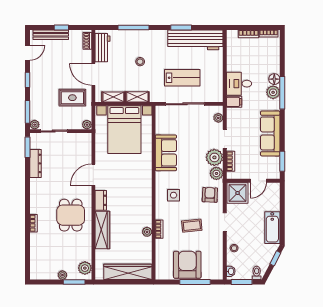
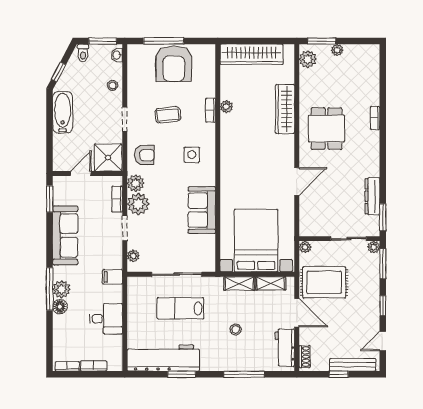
desk: (239, 84) -> (106, 319), moved
rug: (72, 98) -> (324, 282), width x1.36, depth x1.43
armchair: (210, 195) -> (144, 155), turned -92
dresser: (101, 200) -> (287, 148), removed

